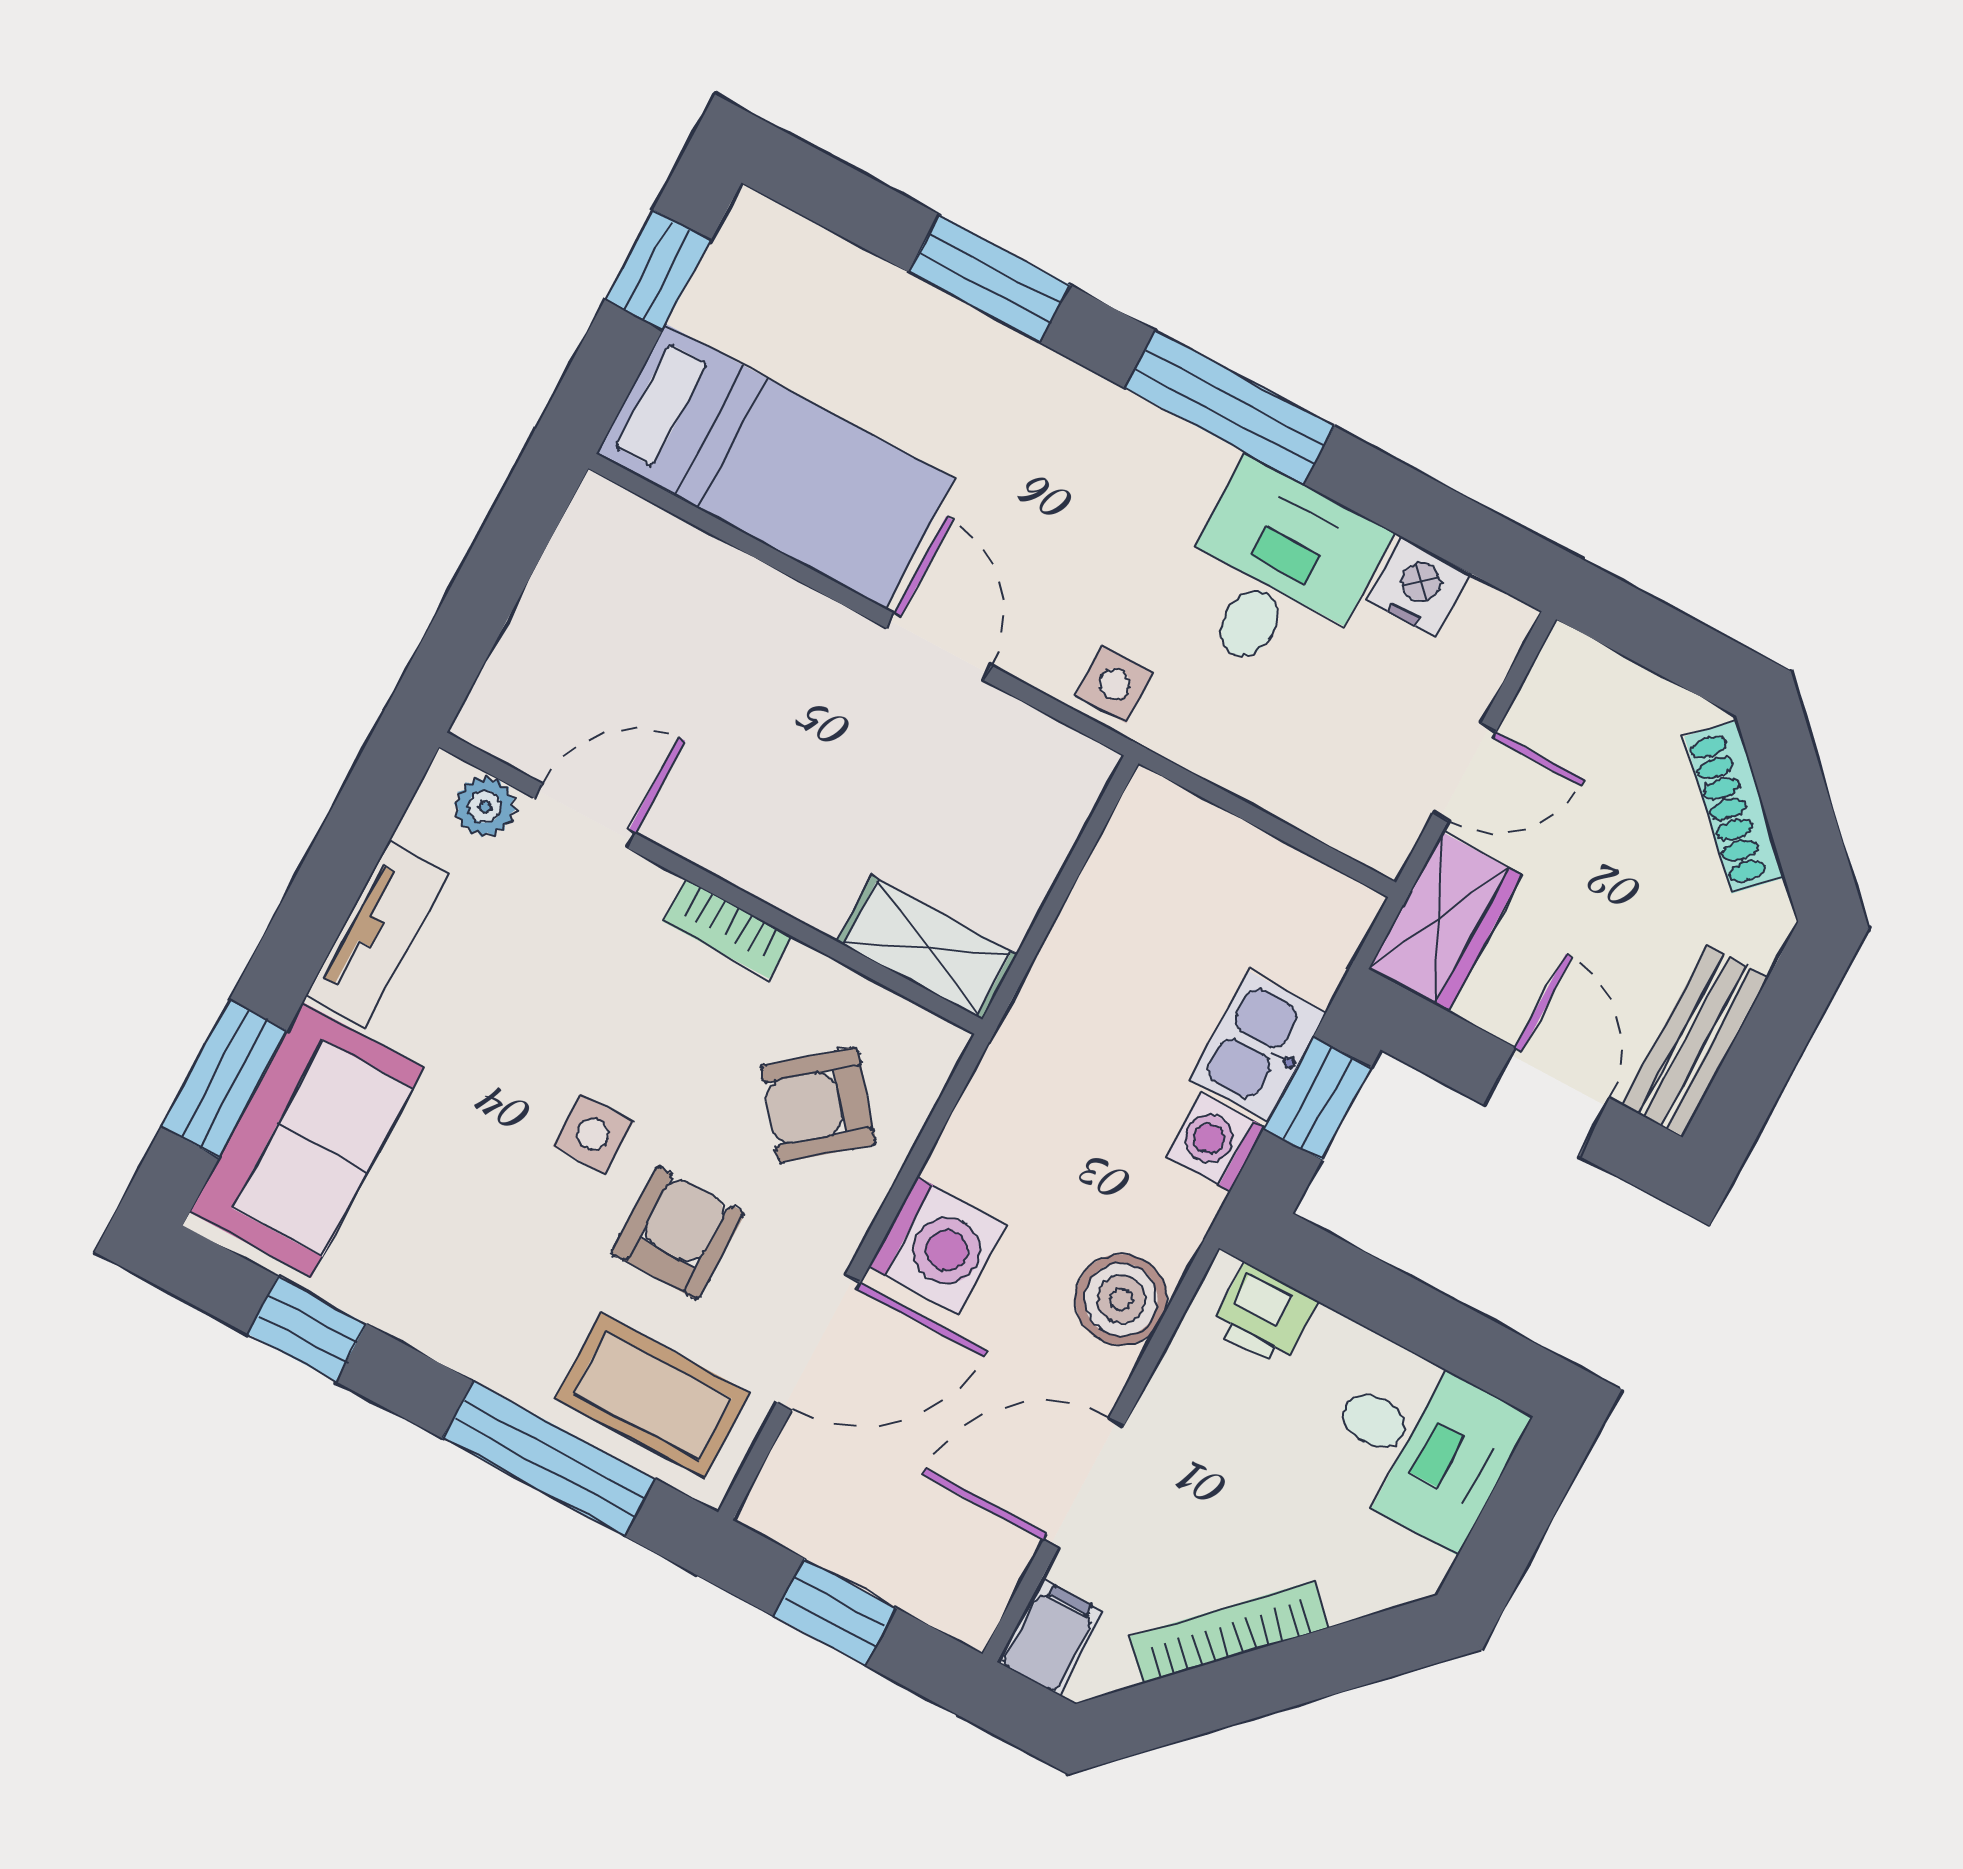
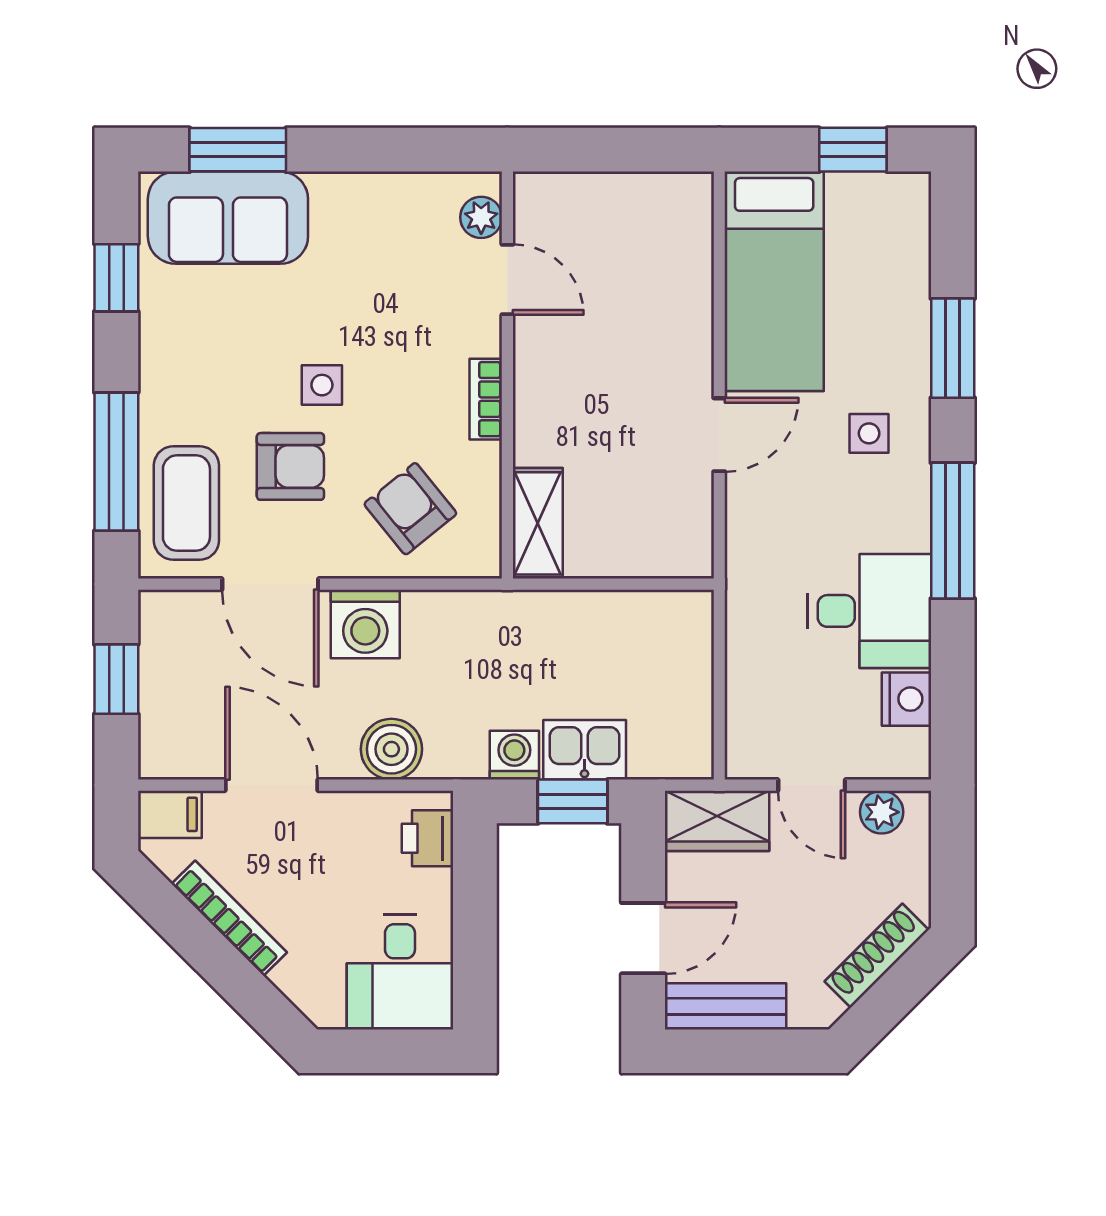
side table: (1114, 684) -> (869, 433), moved
plant: (1549, 699) -> (882, 812), added
tv unit: (377, 934) -> (371, 194), removed

